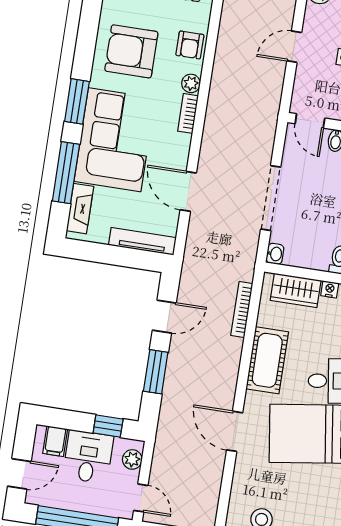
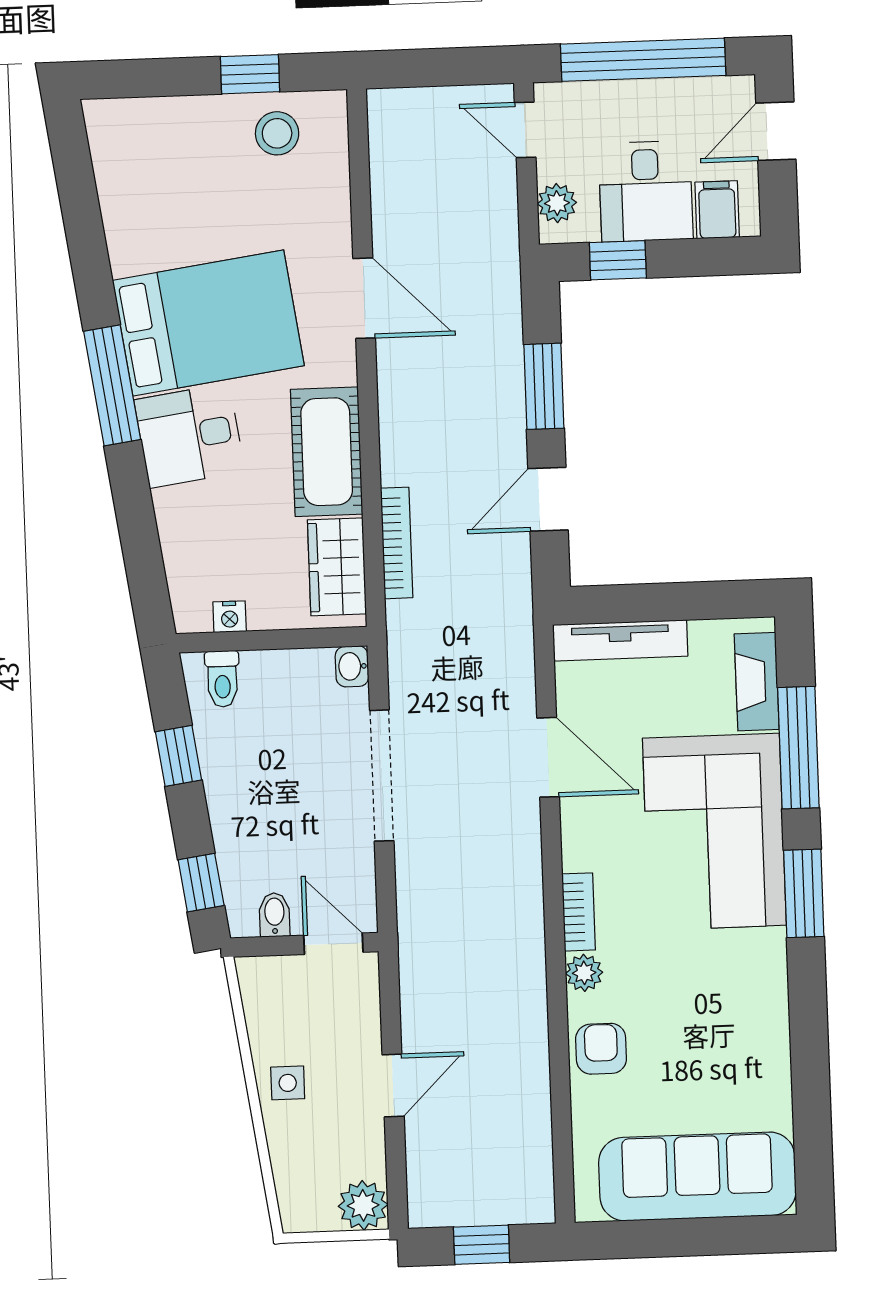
armchair: (131, 51) -> (715, 1014), removed
wardrobe: (296, 290) -> (337, 567), moved, turned -90

